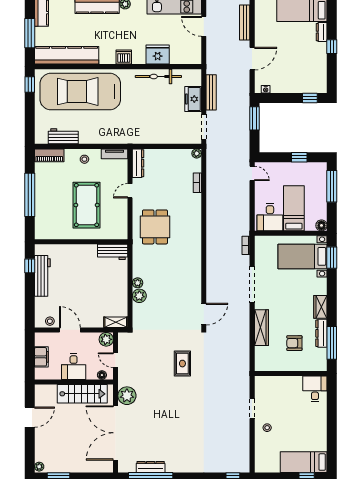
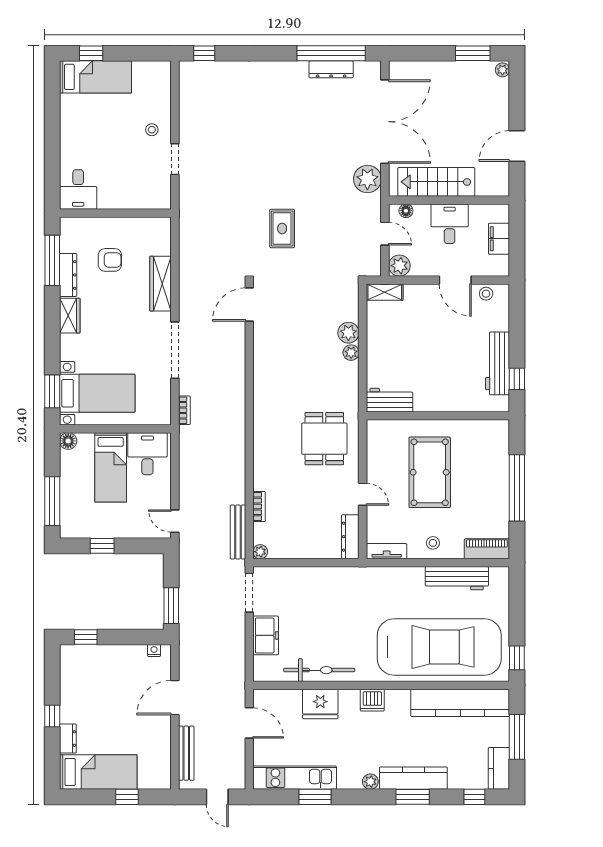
door: (204, 26) -> (249, 723), moved
bench: (211, 92) -> (238, 532), moved
workbench: (63, 136) -> (457, 578), width x1.38
door: (130, 191) -> (363, 494), hinge flipped

